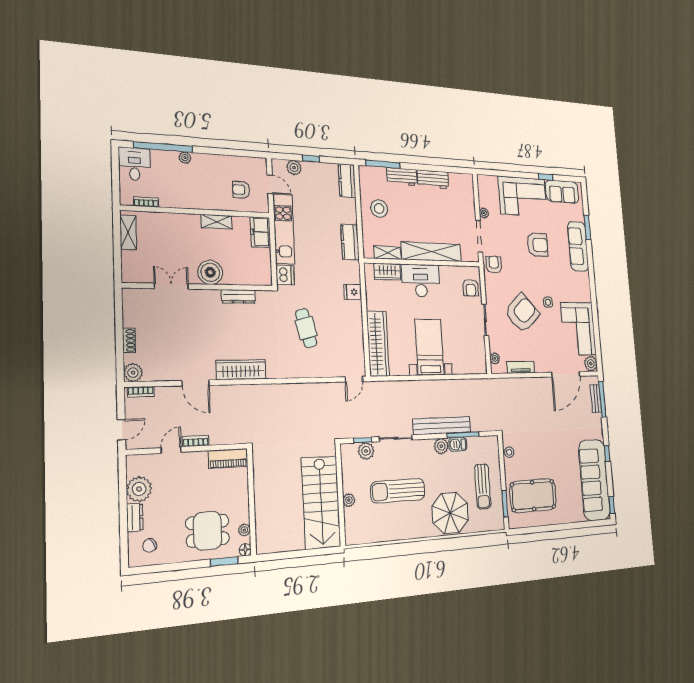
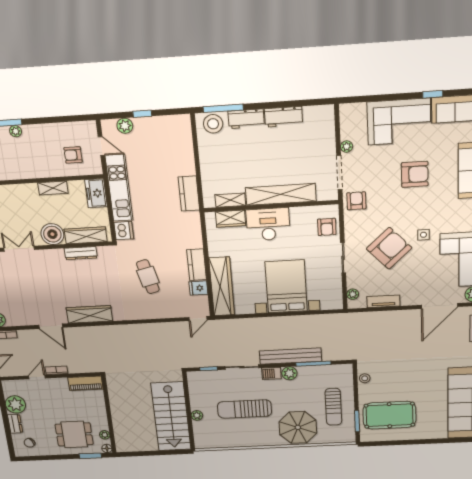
kitchen counter: (347, 181) -> (197, 265), moved
stool: (379, 208) -> (213, 124), moved
wardrobe: (246, 277) -> (86, 235), added
fridge: (353, 292) -> (198, 288), moved
bed with nightstands: (429, 347) -> (286, 286), width x1.36
barbecue: (458, 444) -> (271, 373), moved
plant: (366, 451) -> (212, 377), removed

